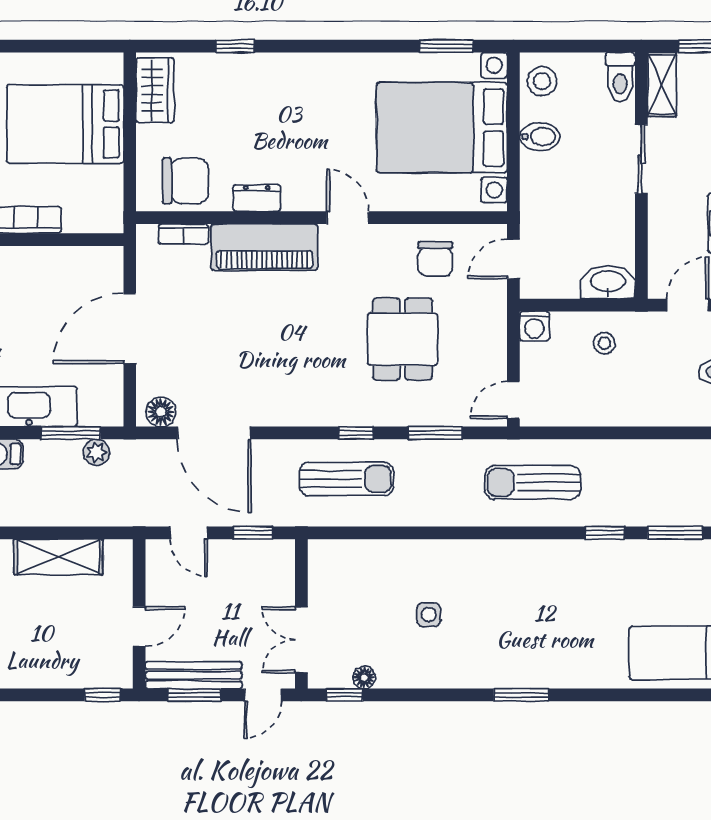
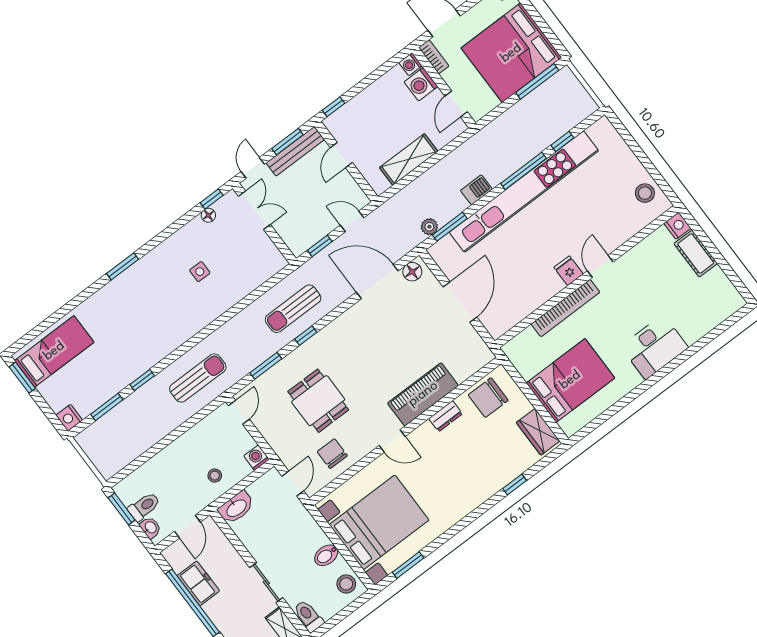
bookcase: (184, 234) -> (469, 370), removed

